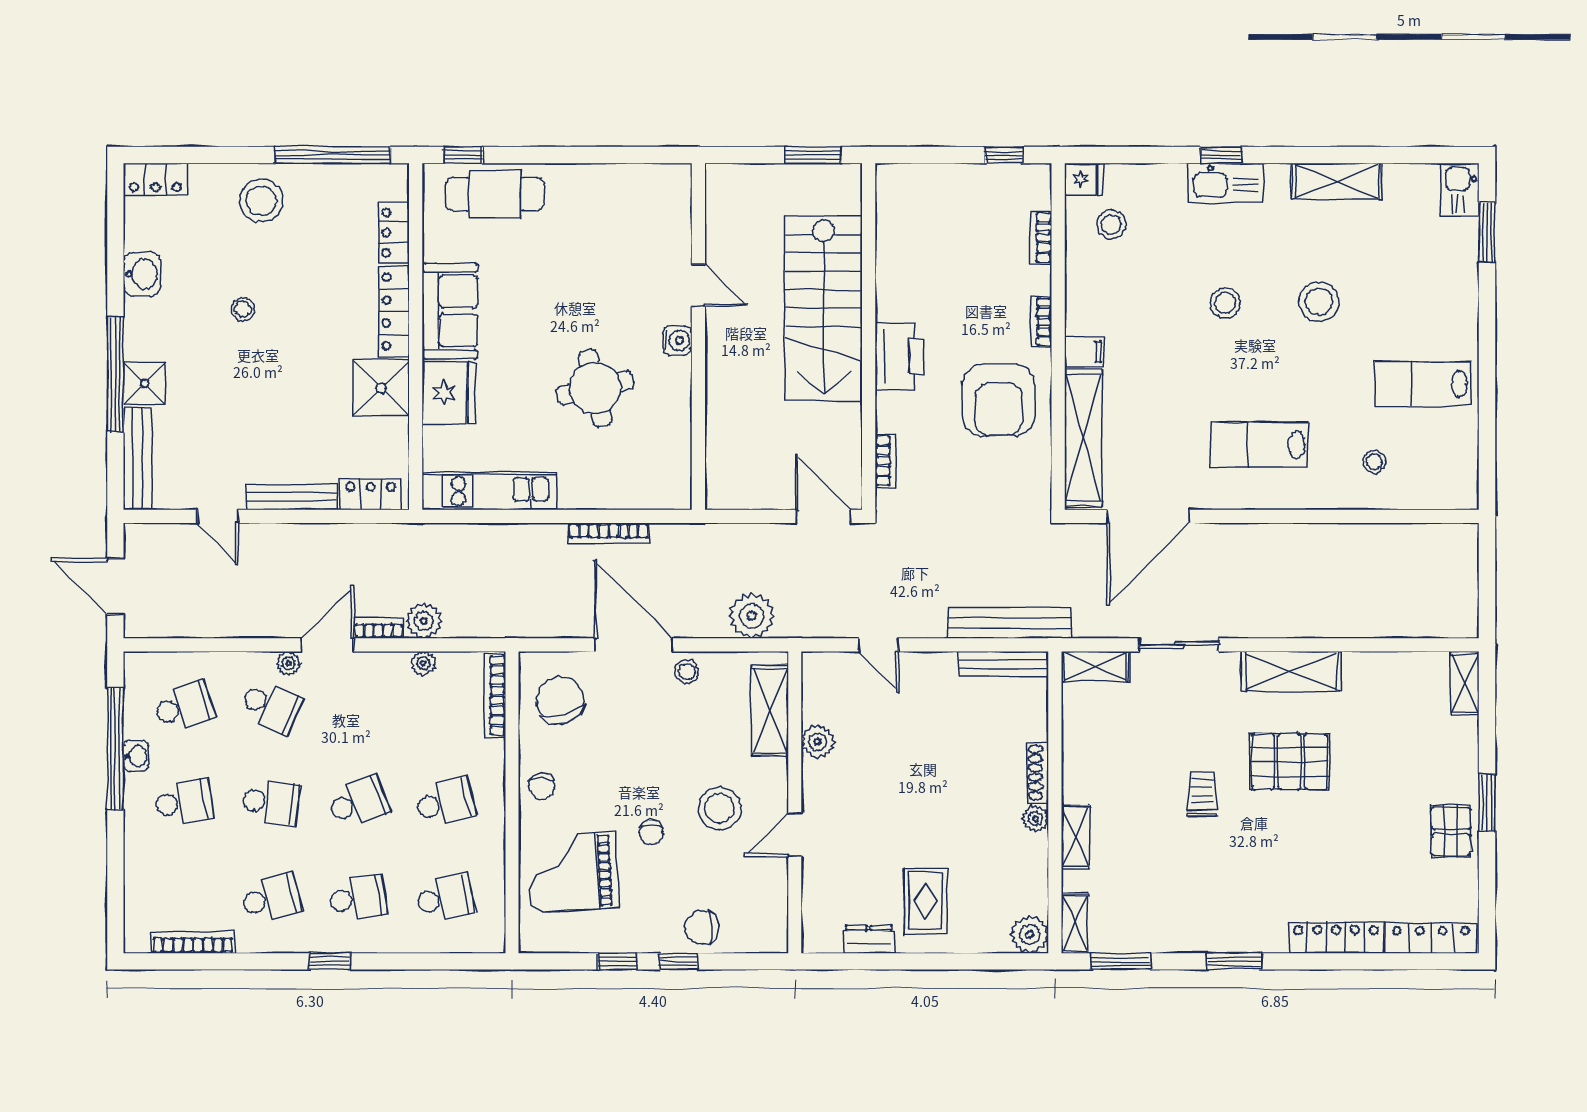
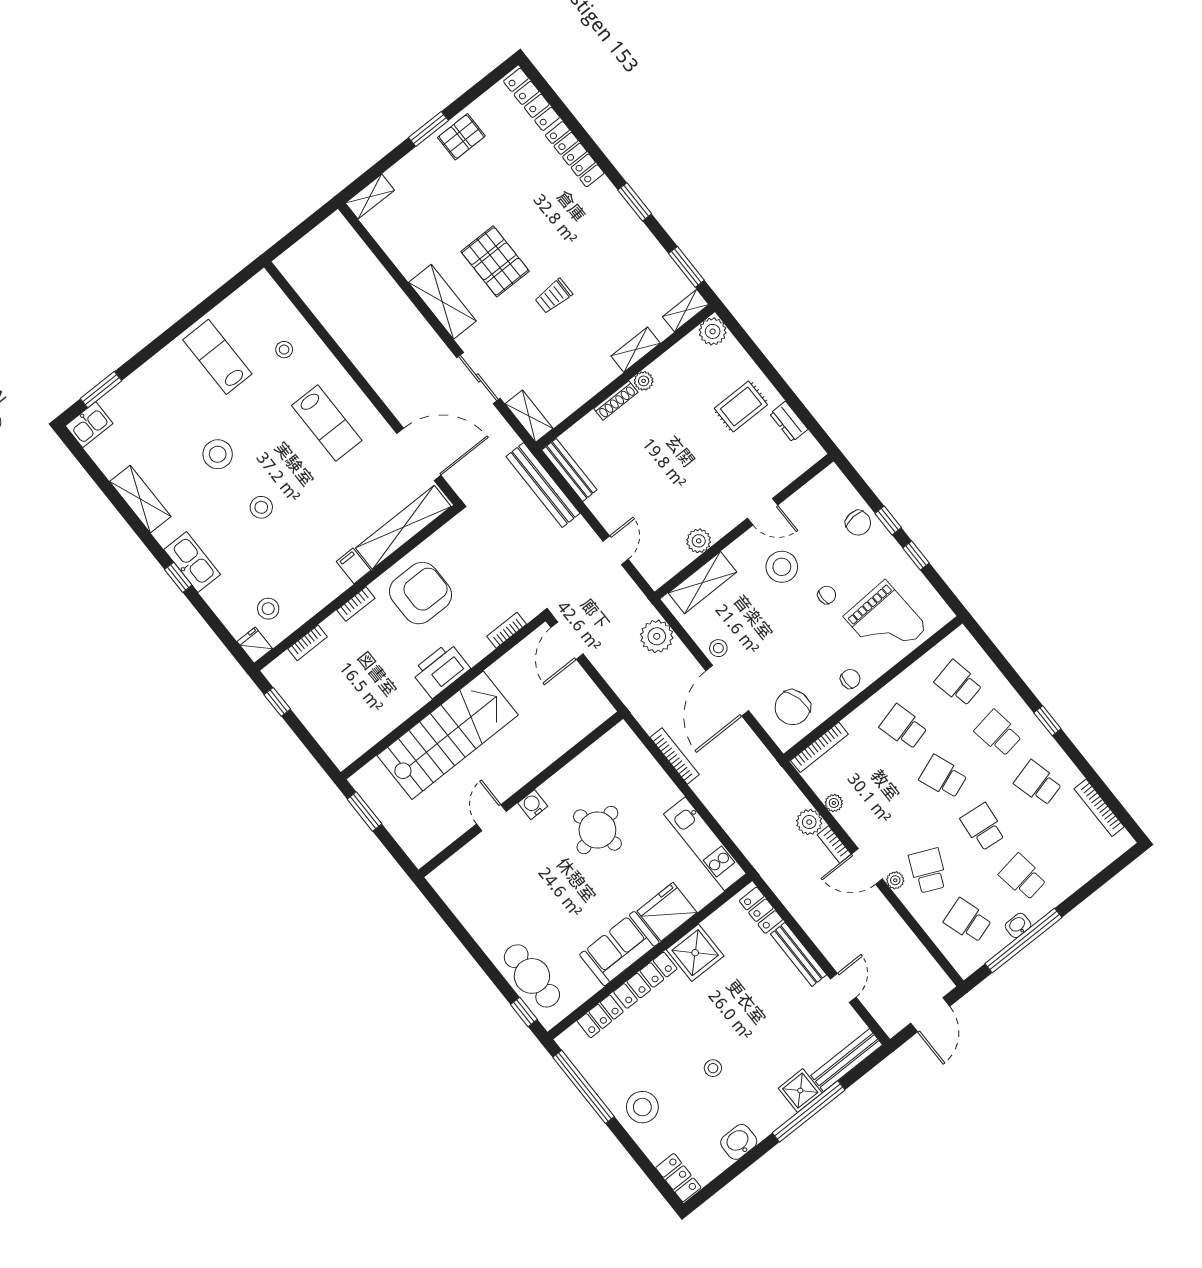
lab bench: (1423, 384) -> (217, 357), turned 180

